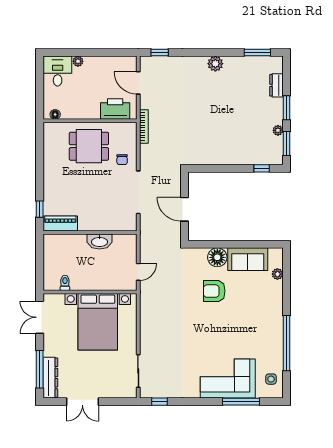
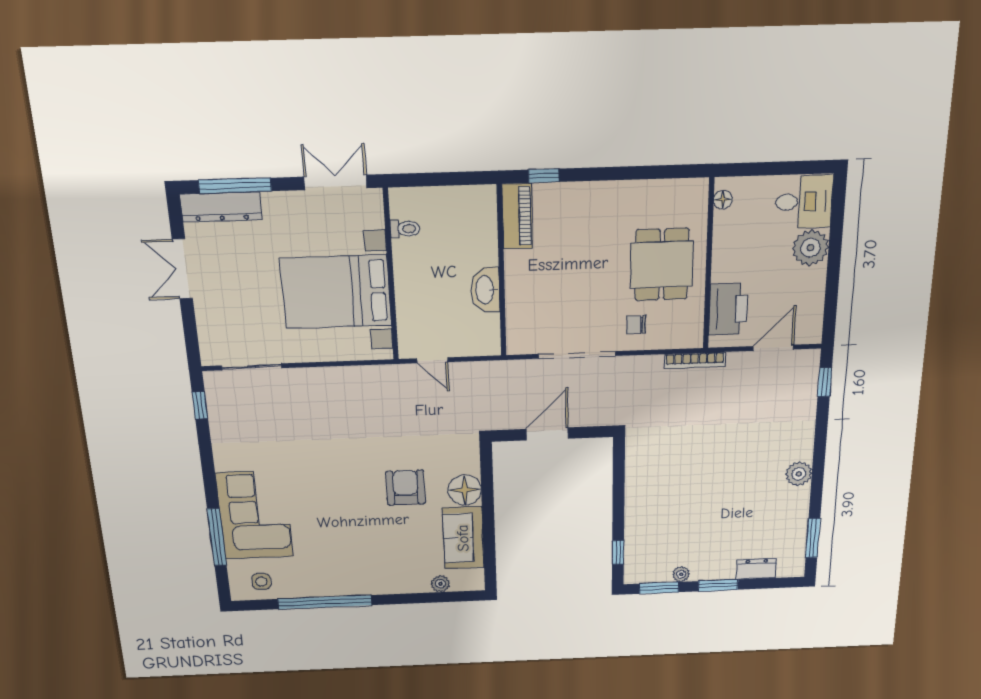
plant: (78, 61) -> (810, 248), width x1.88, depth x1.88

